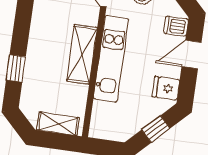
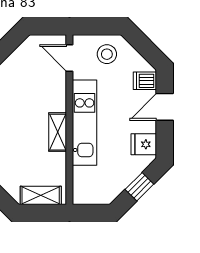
shelving: (82, 54) -> (58, 132), width x0.67, depth x0.75

